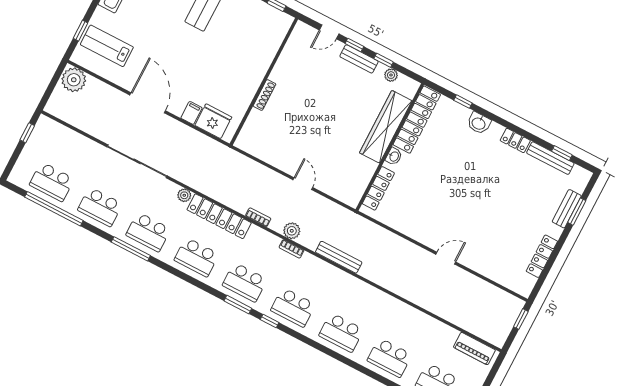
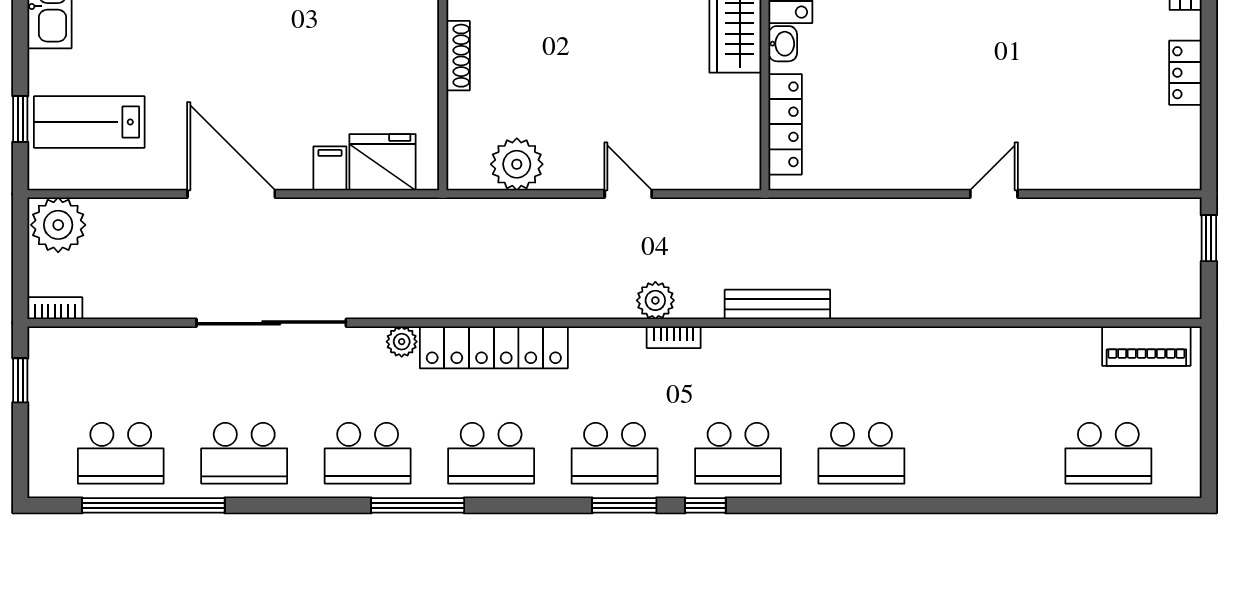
plant: (265, 149) -> (517, 164), added
bookcase: (258, 217) -> (55, 308), moved
window: (131, 249) -> (418, 505), moved
locker: (542, 256) -> (1185, 73), width x0.66
school desk: (389, 358) -> (985, 453), removed

